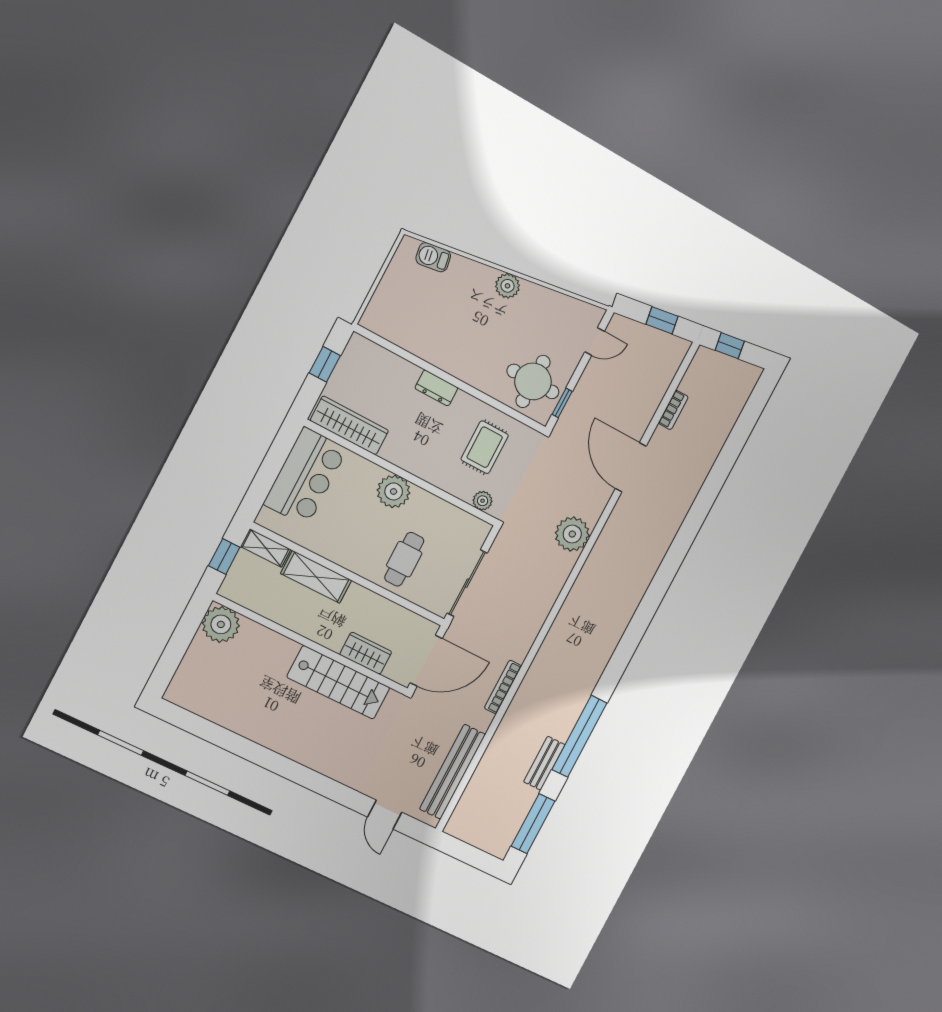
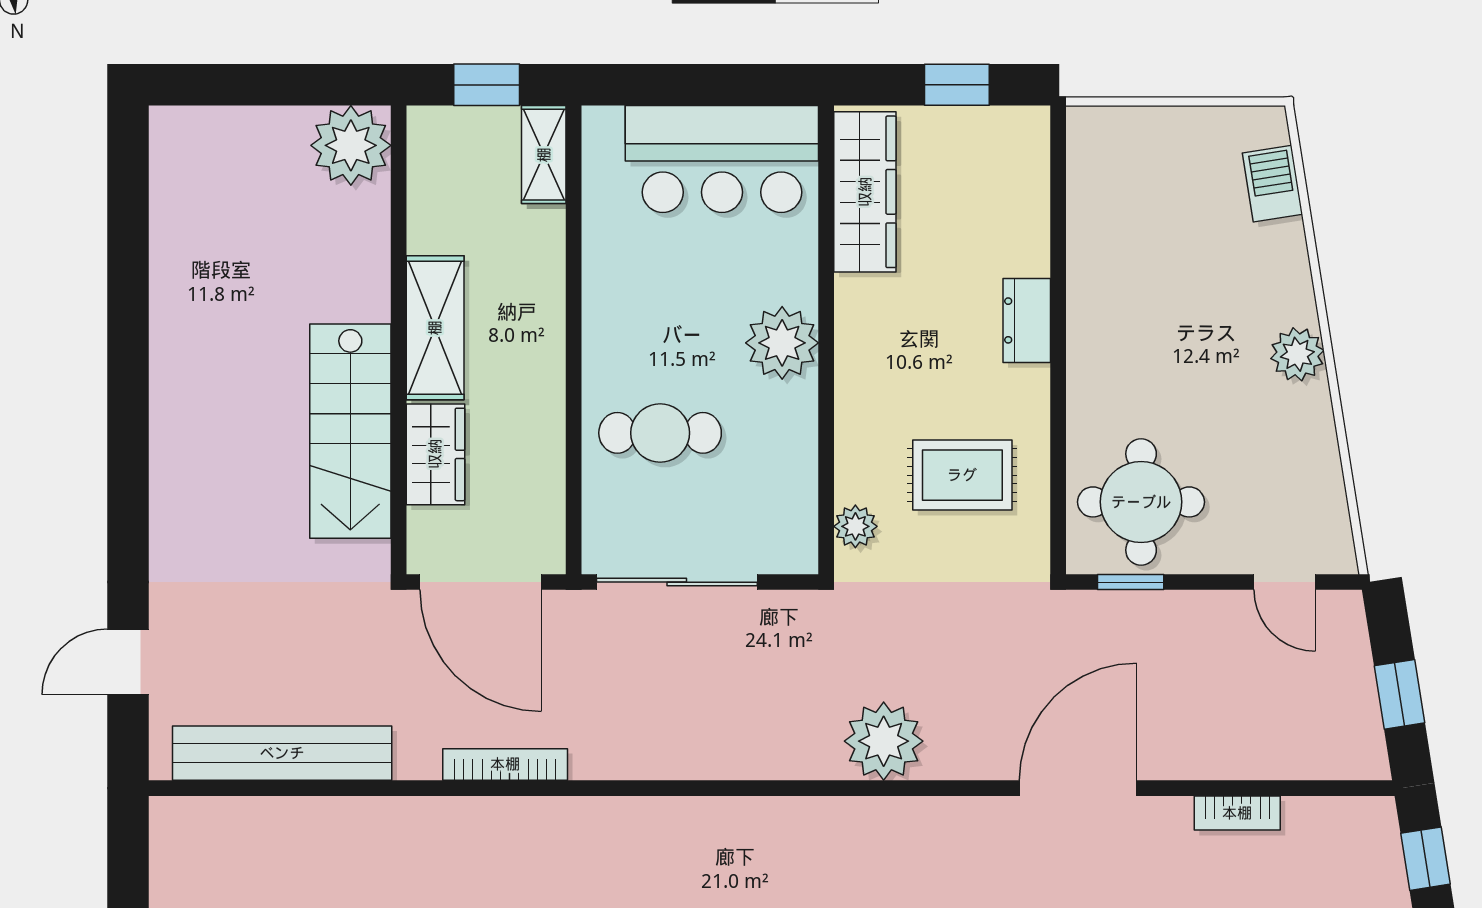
shelving: (316, 577) -> (435, 328), moved

